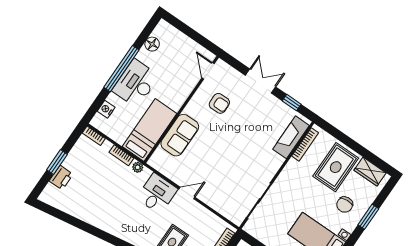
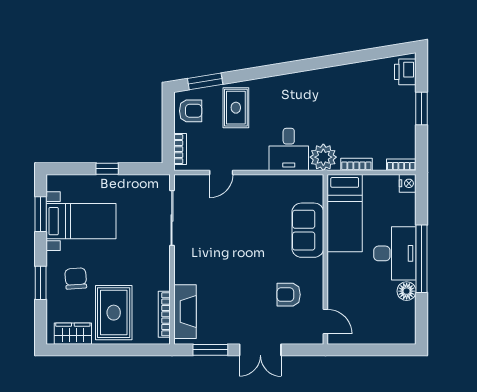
floor lamp: (152, 44) -> (407, 291), moved
window: (292, 103) -> (210, 350), width x1.50
nightstand: (106, 109) -> (408, 183), moved
plant: (138, 167) -> (323, 157), width x1.88, depth x1.88
printer: (61, 178) -> (405, 72), moved
door: (187, 193) -> (221, 172), moved

